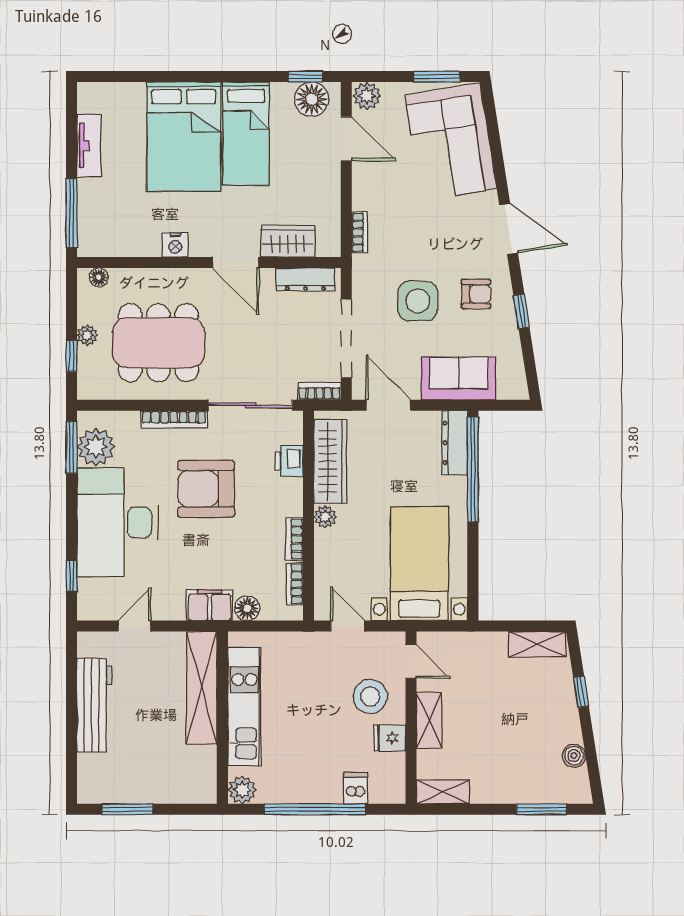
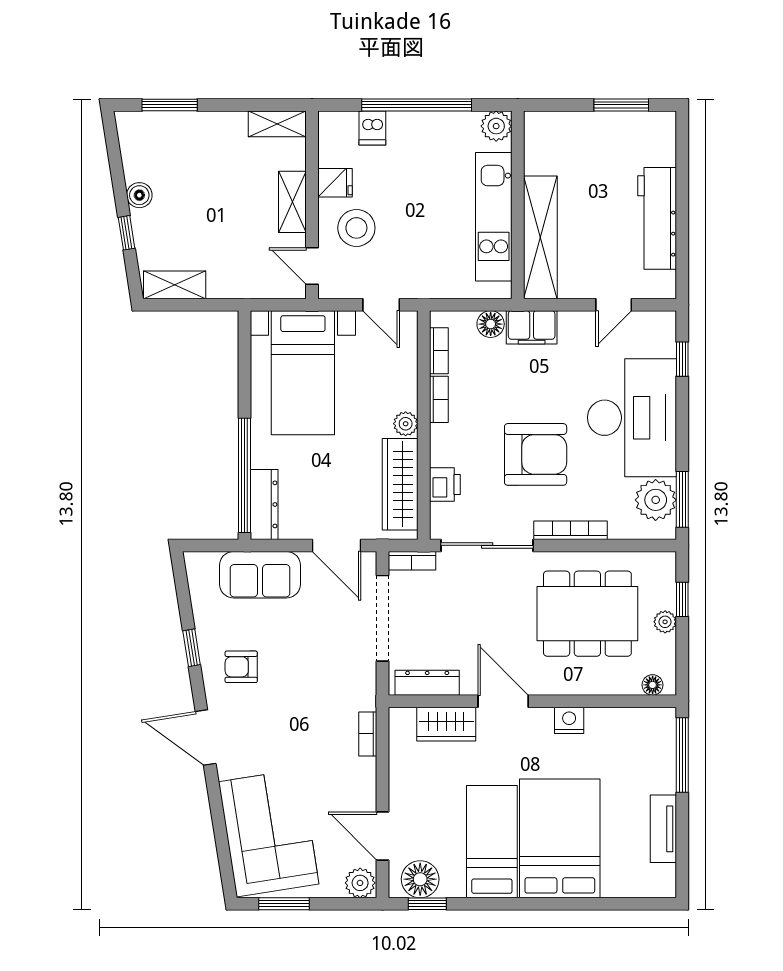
side table: (418, 301) -> (305, 659), removed
boiler: (574, 756) -> (139, 195), moved

